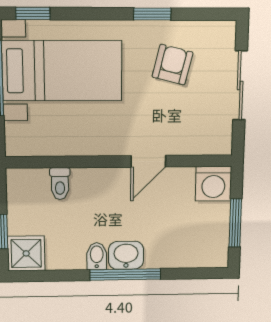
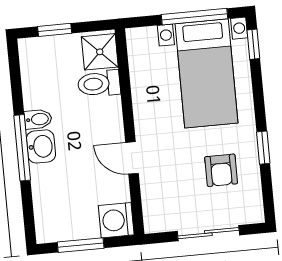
armchair: (172, 65) -> (221, 170), turned 76
toilet: (60, 184) -> (99, 84), width x1.37, depth x1.39
shower: (26, 253) -> (100, 52), moved

